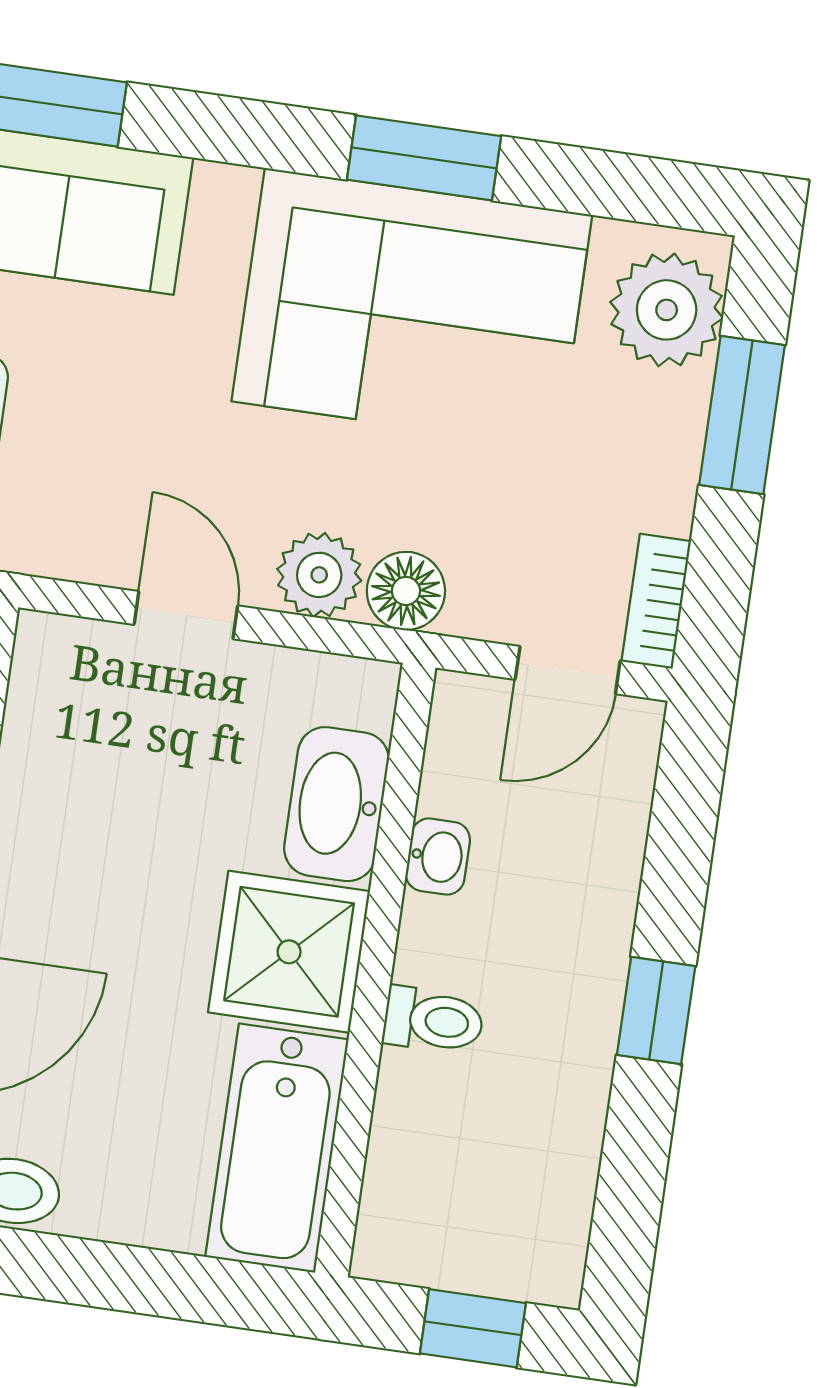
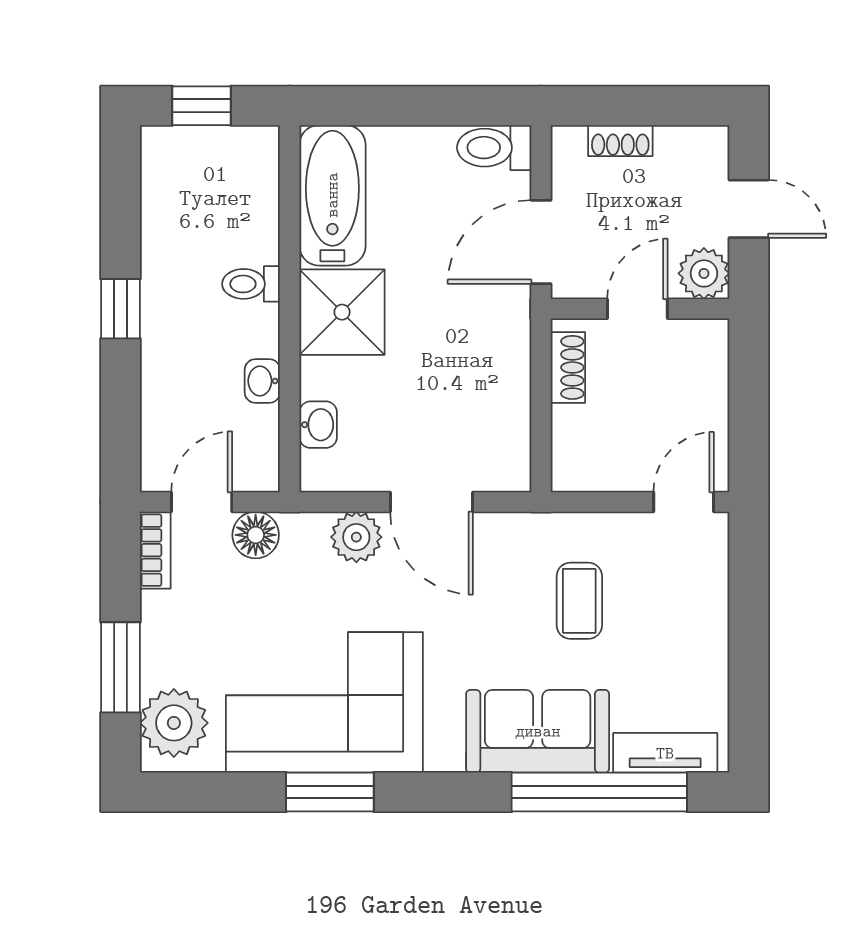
floor lamp: (406, 591) -> (256, 535), moved
door: (186, 615) -> (432, 502), width x1.38
washbasin: (337, 804) -> (318, 425), width x0.52, depth x0.69

